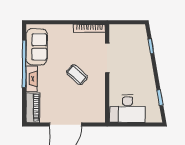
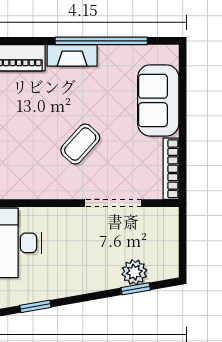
sofa: (37, 47) -> (158, 100), moved, turned 90
plant: (142, 47) -> (134, 272), added

